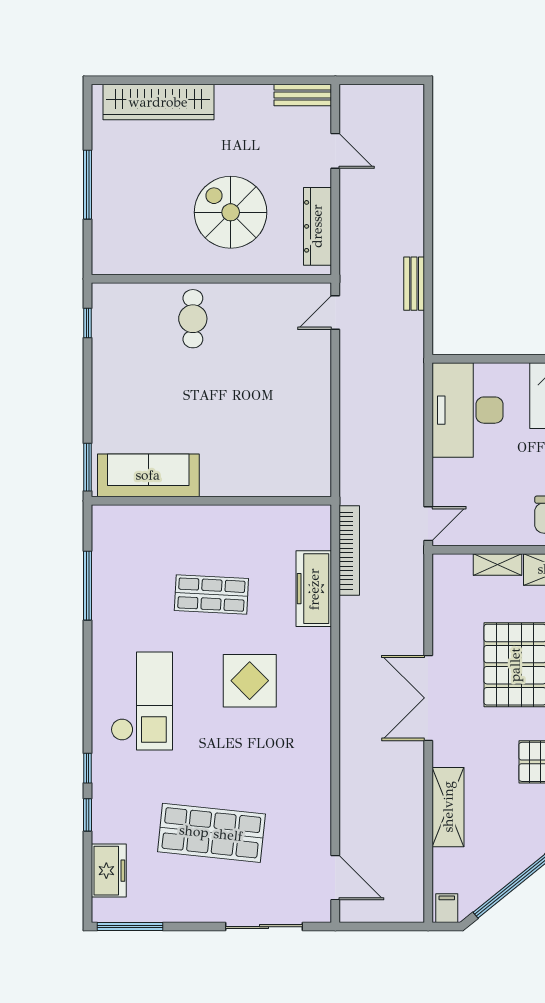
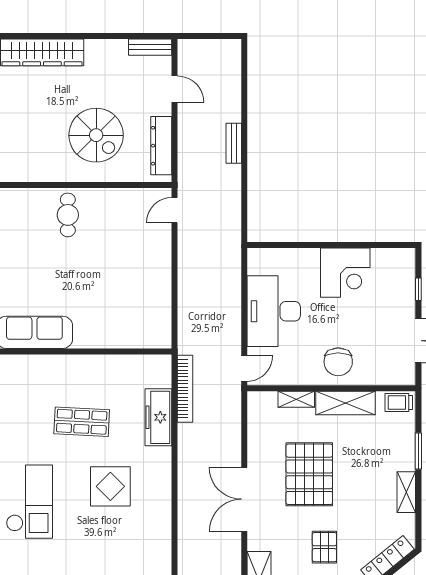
spiral stairs: (231, 212) -> (96, 135), turned 180
bench: (414, 284) -> (234, 143), moved
desk: (467, 410) -> (274, 311), moved

